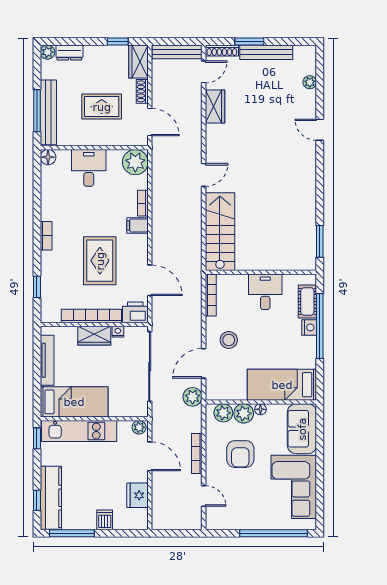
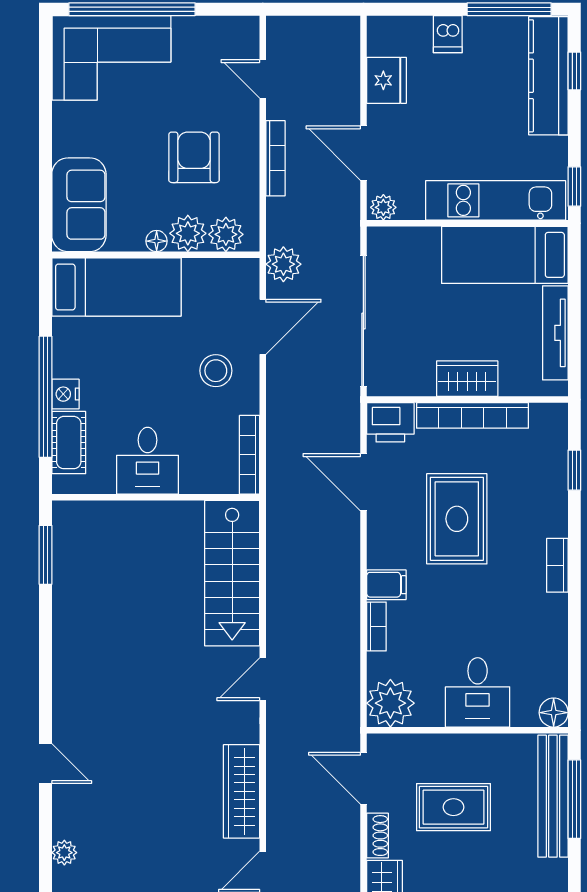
wardrobe: (215, 107) -> (242, 791), width x1.50
nightstand: (118, 332) -> (423, 386), removed
corner sofa: (294, 487) -> (111, 58), moved, turned 90

